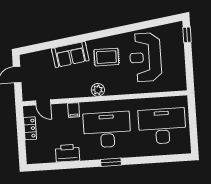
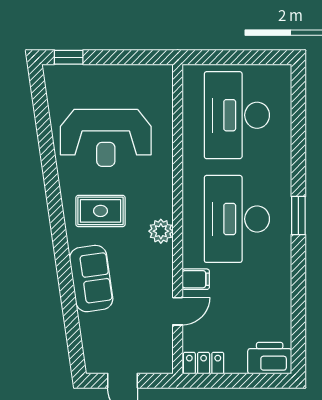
rug: (106, 57) -> (100, 211), turned 90
door: (43, 102) -> (178, 311), moved
locker: (30, 128) -> (204, 363), moved
printer: (67, 153) -> (270, 358), moved, turned 90

